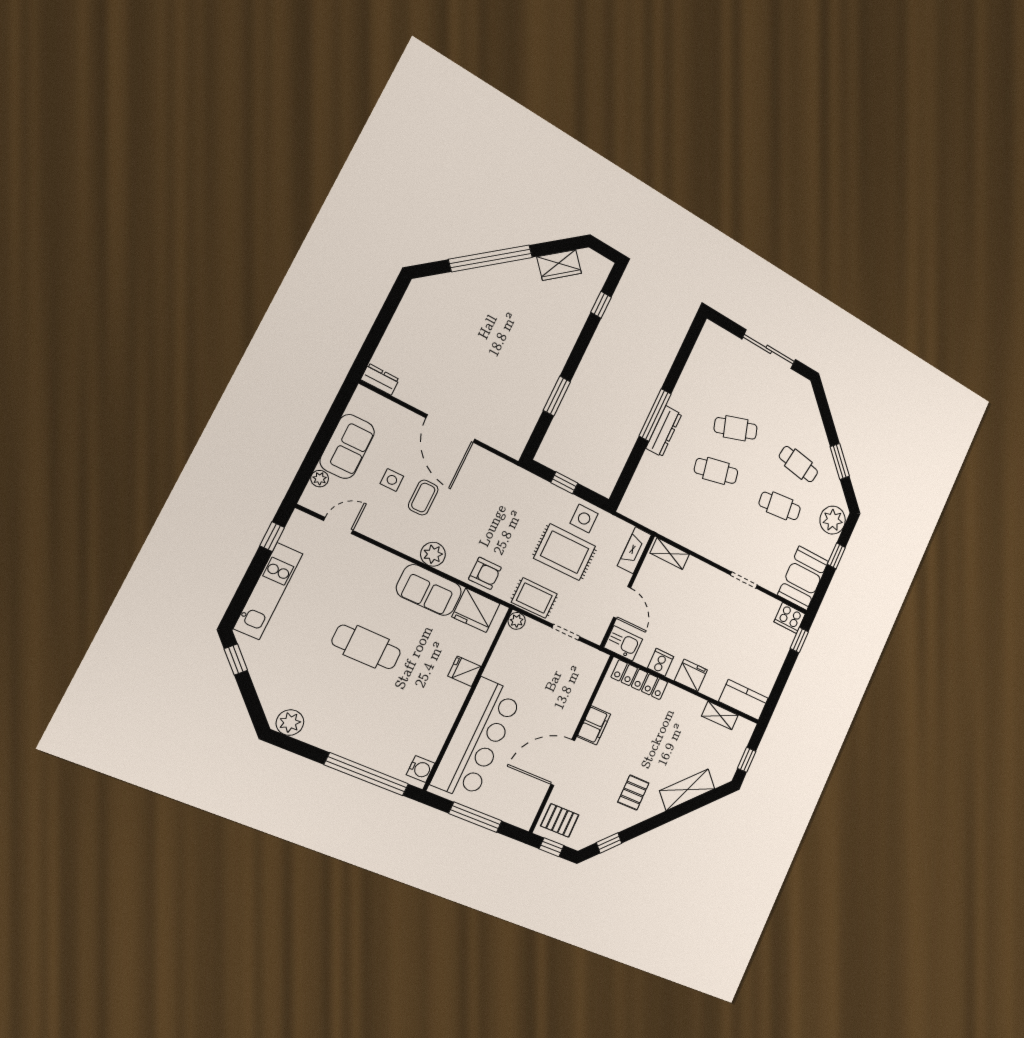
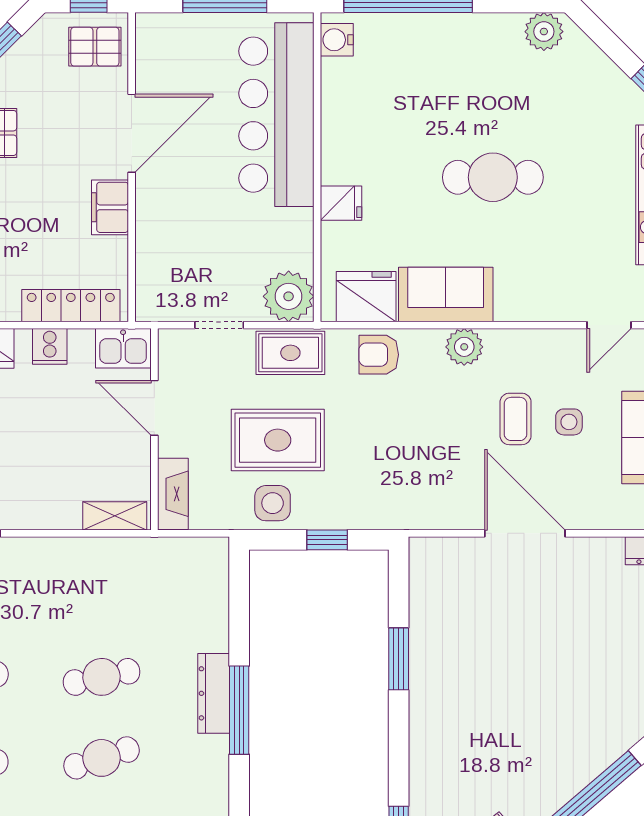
plant: (517, 621) -> (289, 296), width x1.88, depth x1.88

